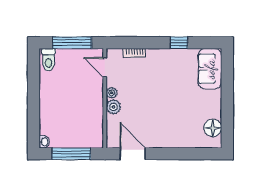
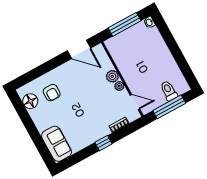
window: (179, 43) -> (103, 143), moved
toilet: (48, 60) -> (169, 91), moved
armchair: (186, 124) -> (52, 93), added

